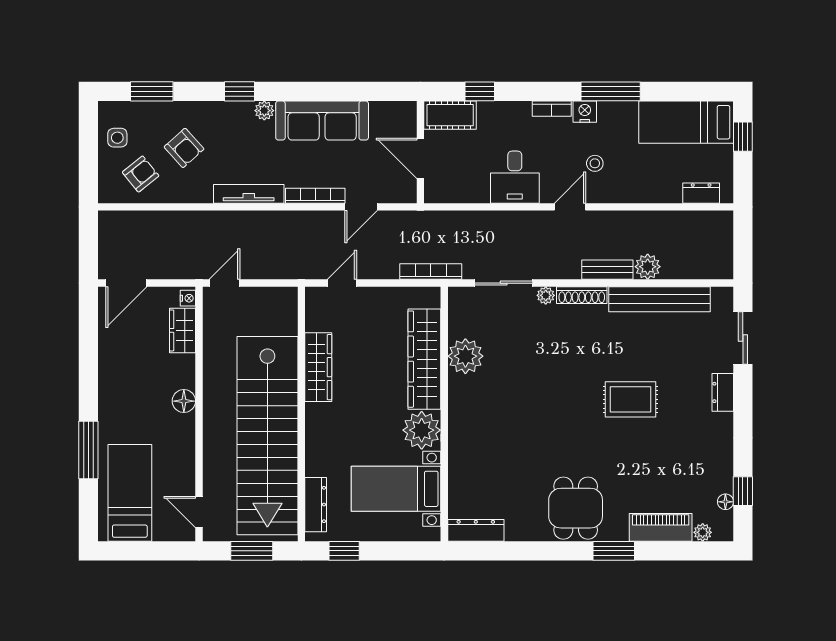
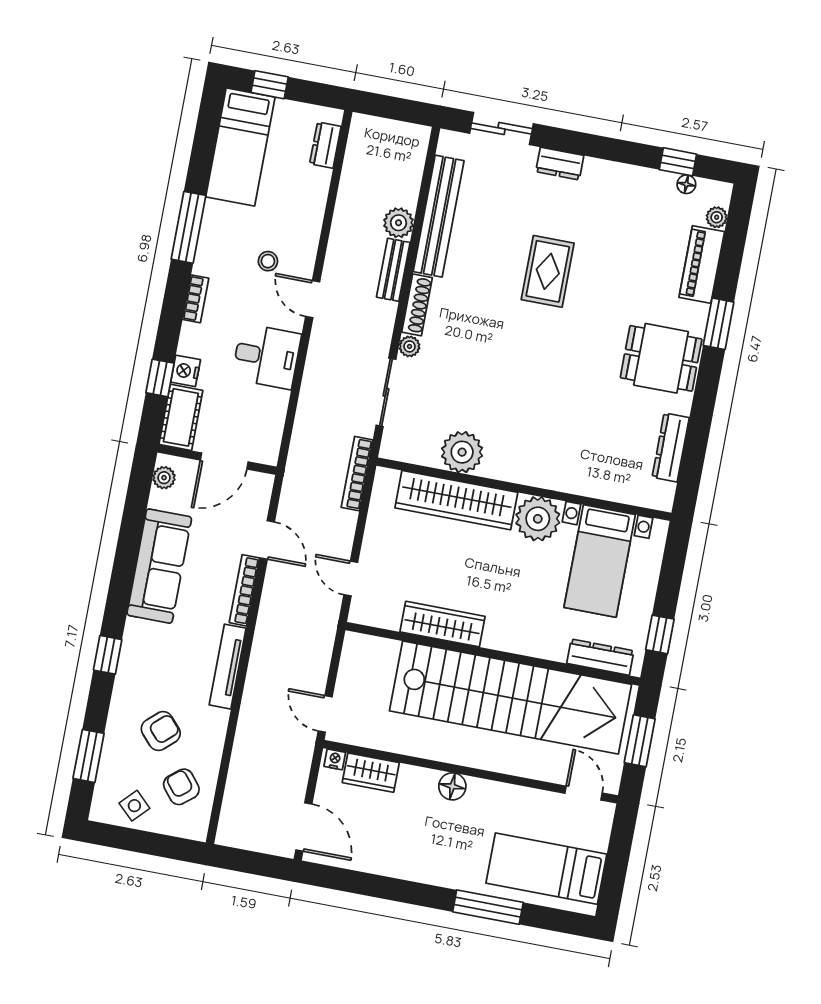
plant: (264, 111) -> (164, 478), moved
nightstand: (585, 112) -> (186, 371), moved
side table: (117, 138) -> (134, 806), turned 45
door: (199, 512) -> (584, 793), swing flipped
dresser: (476, 530) -> (671, 447), moved

